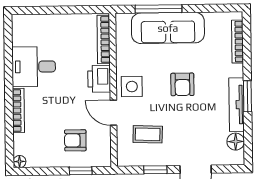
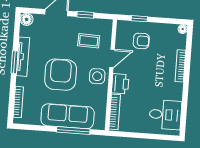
desk: (34, 67) -> (165, 115), moved
armchair: (182, 84) -> (61, 75), width x1.88, depth x1.88
door: (114, 113) -> (112, 58), hinge flipped
floor lamp: (236, 142) -> (27, 19), moved

